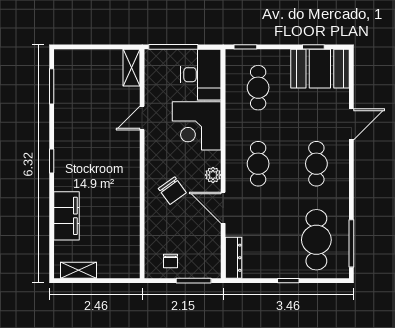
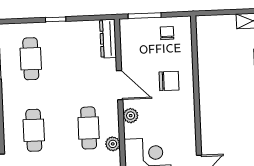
plant: (233, 146) -> (113, 144), added
chair: (172, 191) -> (169, 81), moved, turned 126
cafe table: (316, 240) -> (31, 59), width x0.73, depth x0.74

